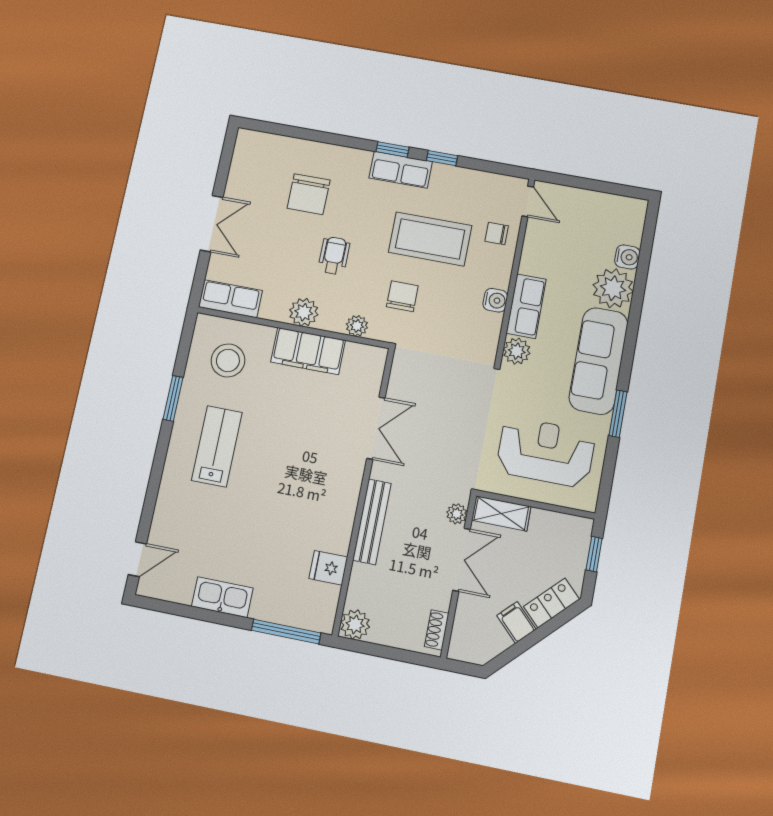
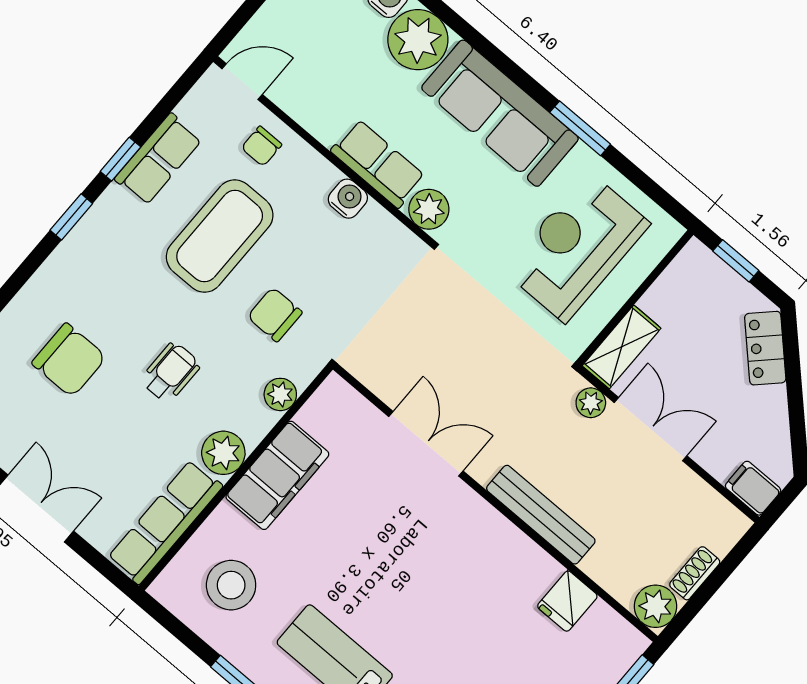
row of seats: (401, 170) -> (158, 159), moved
wheelchair: (334, 255) -> (170, 372), turned 90
row of seats: (230, 299) -> (165, 522), width x1.48
filing cabinet: (516, 622) -> (753, 488), moved, turned 45
shoe rack: (437, 630) -> (695, 573), moved, turned 90

